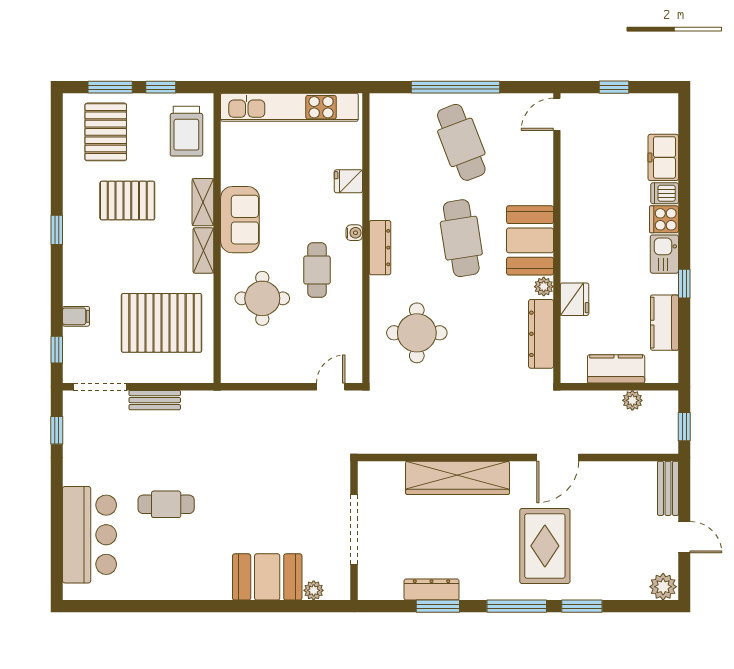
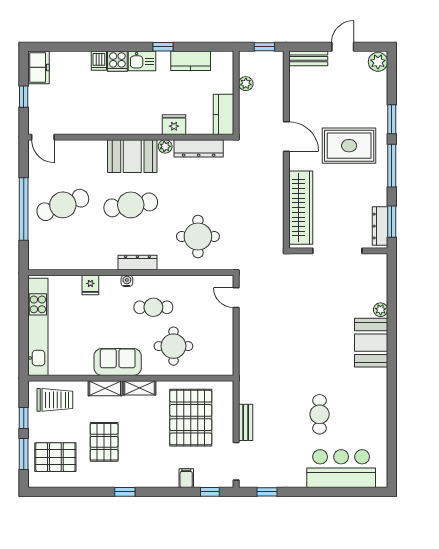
freezer: (663, 157) -> (39, 67), moved, turned -90
kitchen counter: (616, 369) -> (224, 114), moved
doorway: (354, 529) -> (337, 251), moved
wall: (354, 531) -> (338, 251), moved

